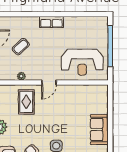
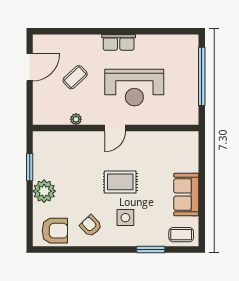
reception desk: (82, 62) -> (134, 88), moved
rug: (26, 102) -> (120, 182), moved, turned 90

